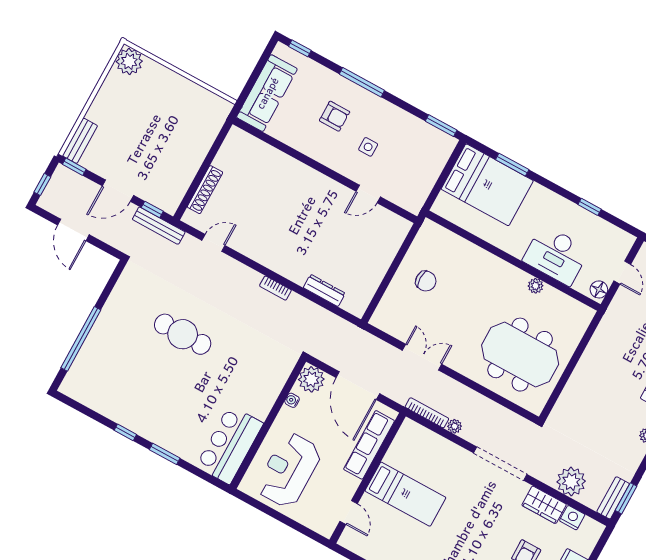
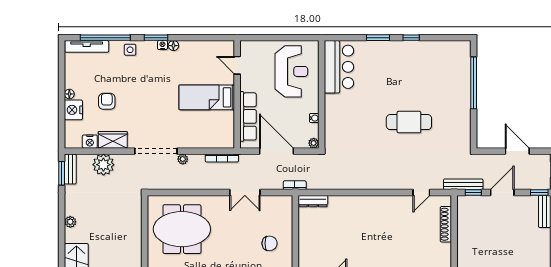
chair: (426, 281) -> (270, 243), turned 180
bookcase: (275, 288) -> (295, 185), moved
dresser: (324, 290) -> (313, 201), moved
plant: (311, 379) -> (314, 143), width x0.53, depth x0.53
plant: (455, 426) -> (183, 159), moved

